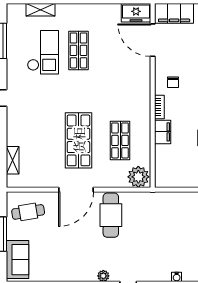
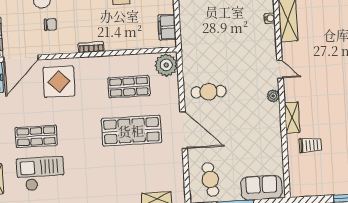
display table: (129, 75) -> (59, 82), added
chair: (173, 82) -> (50, 25), moved
filing cabinet: (163, 132) -> (167, 27), moved, turned -90
cafe table: (111, 215) -> (209, 92), width x0.73, depth x0.74

